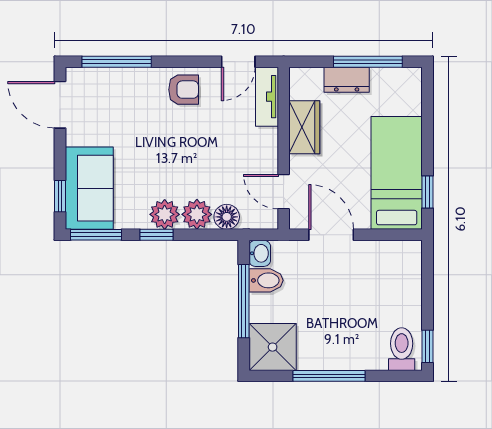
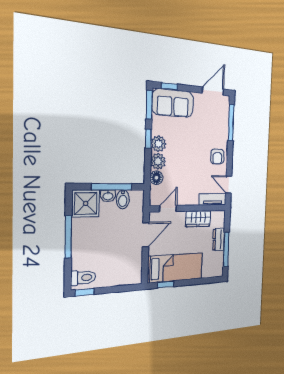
washbasin: (260, 253) -> (108, 196), moved

